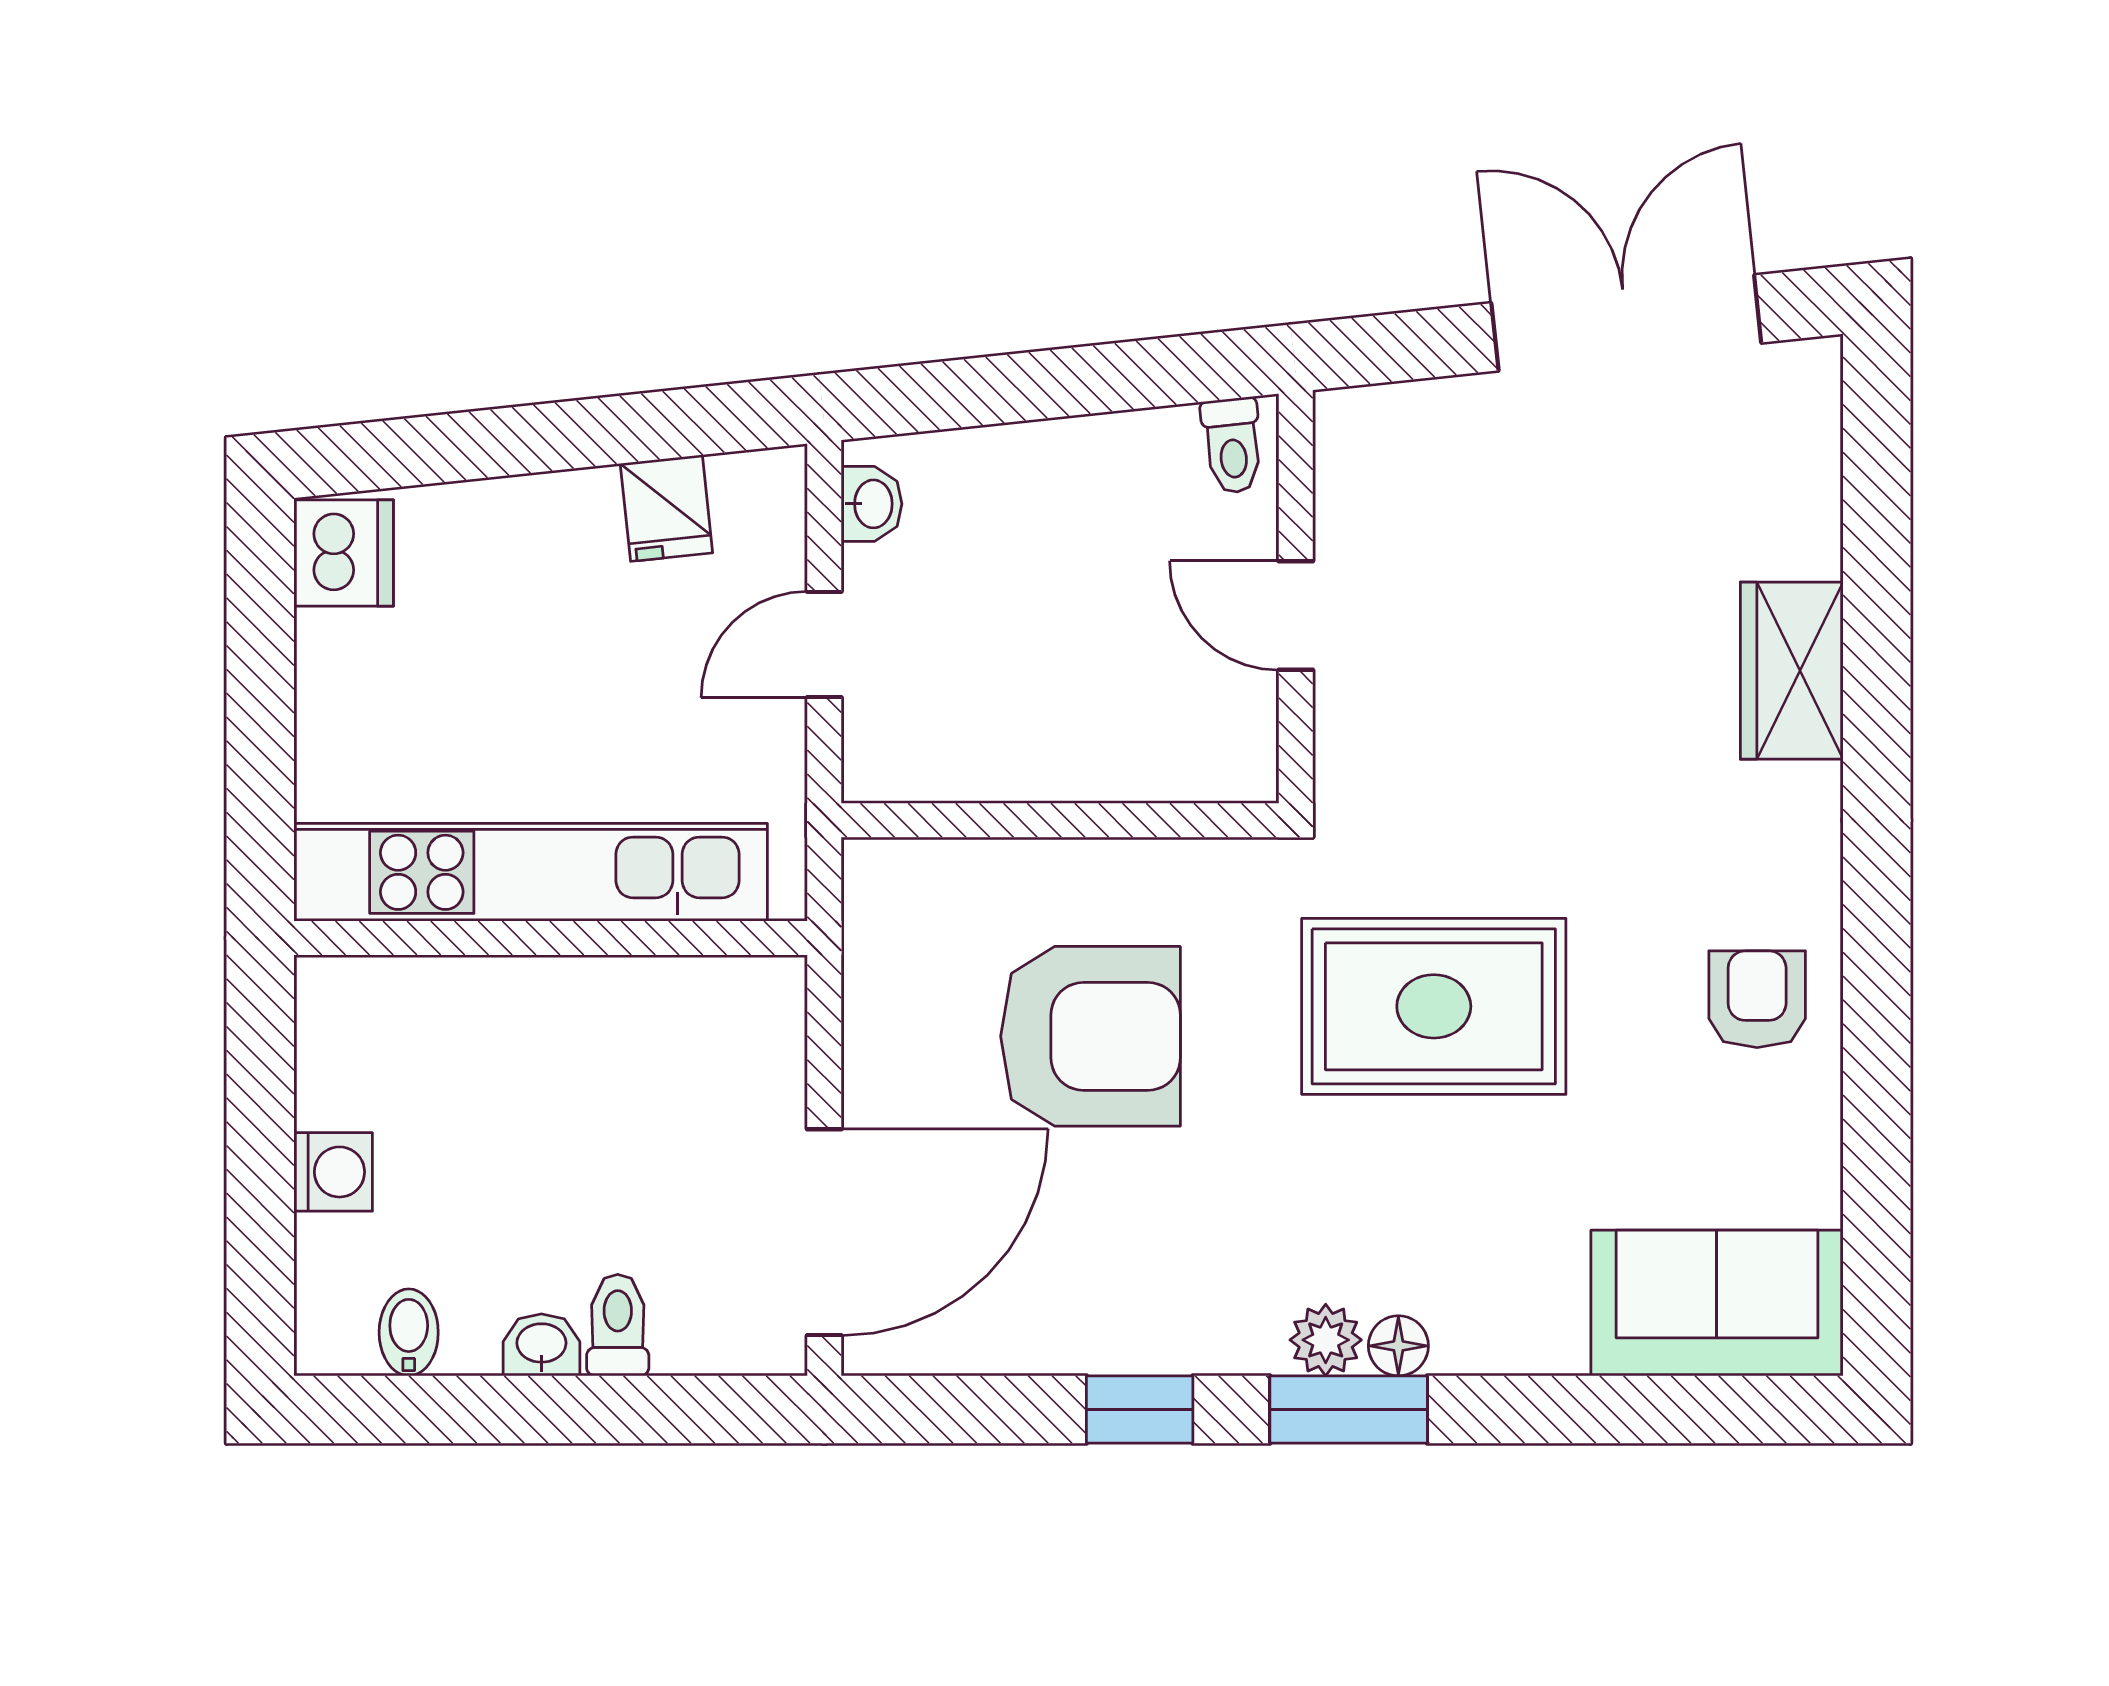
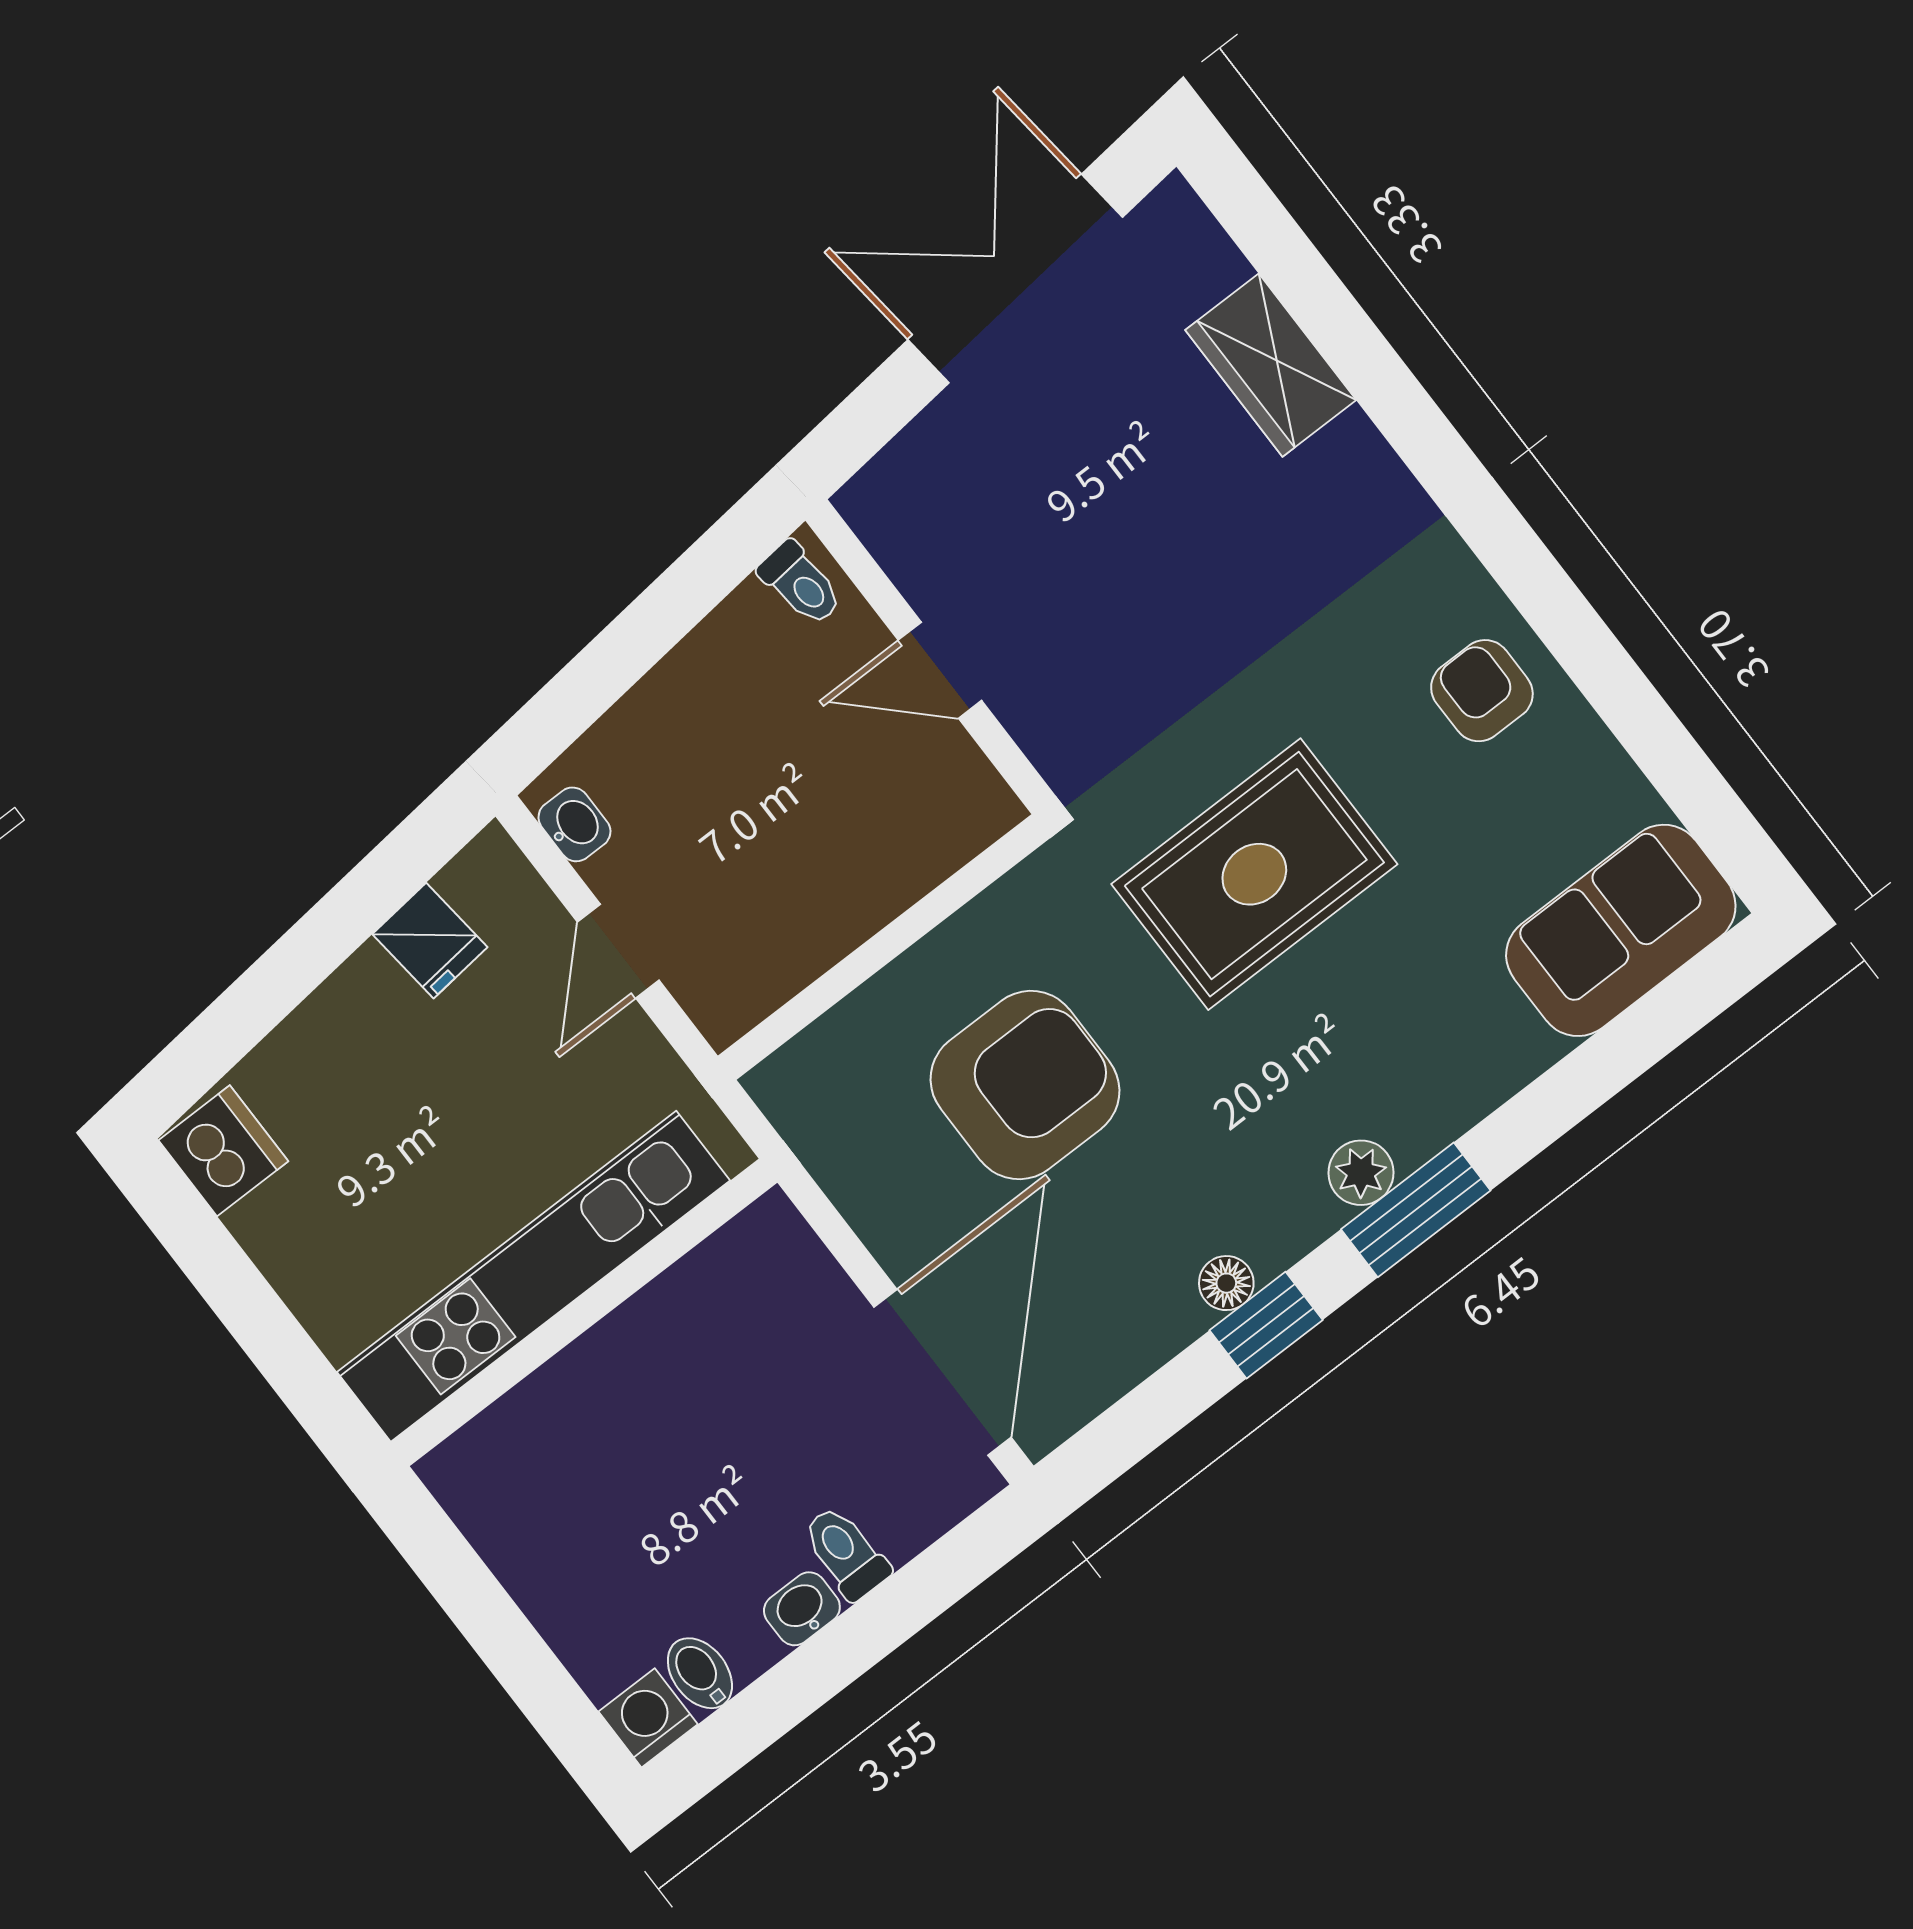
wardrobe: (1792, 671) -> (1271, 365), moved
washing machine: (333, 1172) -> (648, 1718), moved, turned -90
floor lamp: (1398, 1346) -> (1226, 1283), moved

